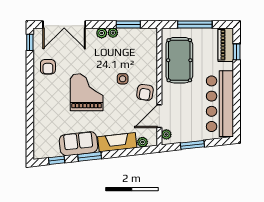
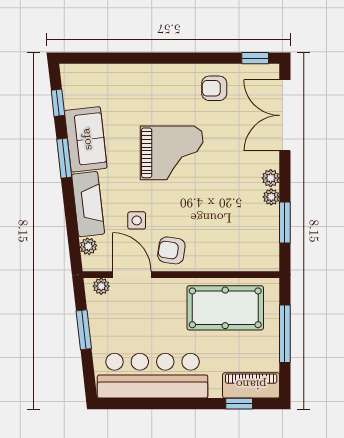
side table: (123, 79) -> (137, 220), moved

